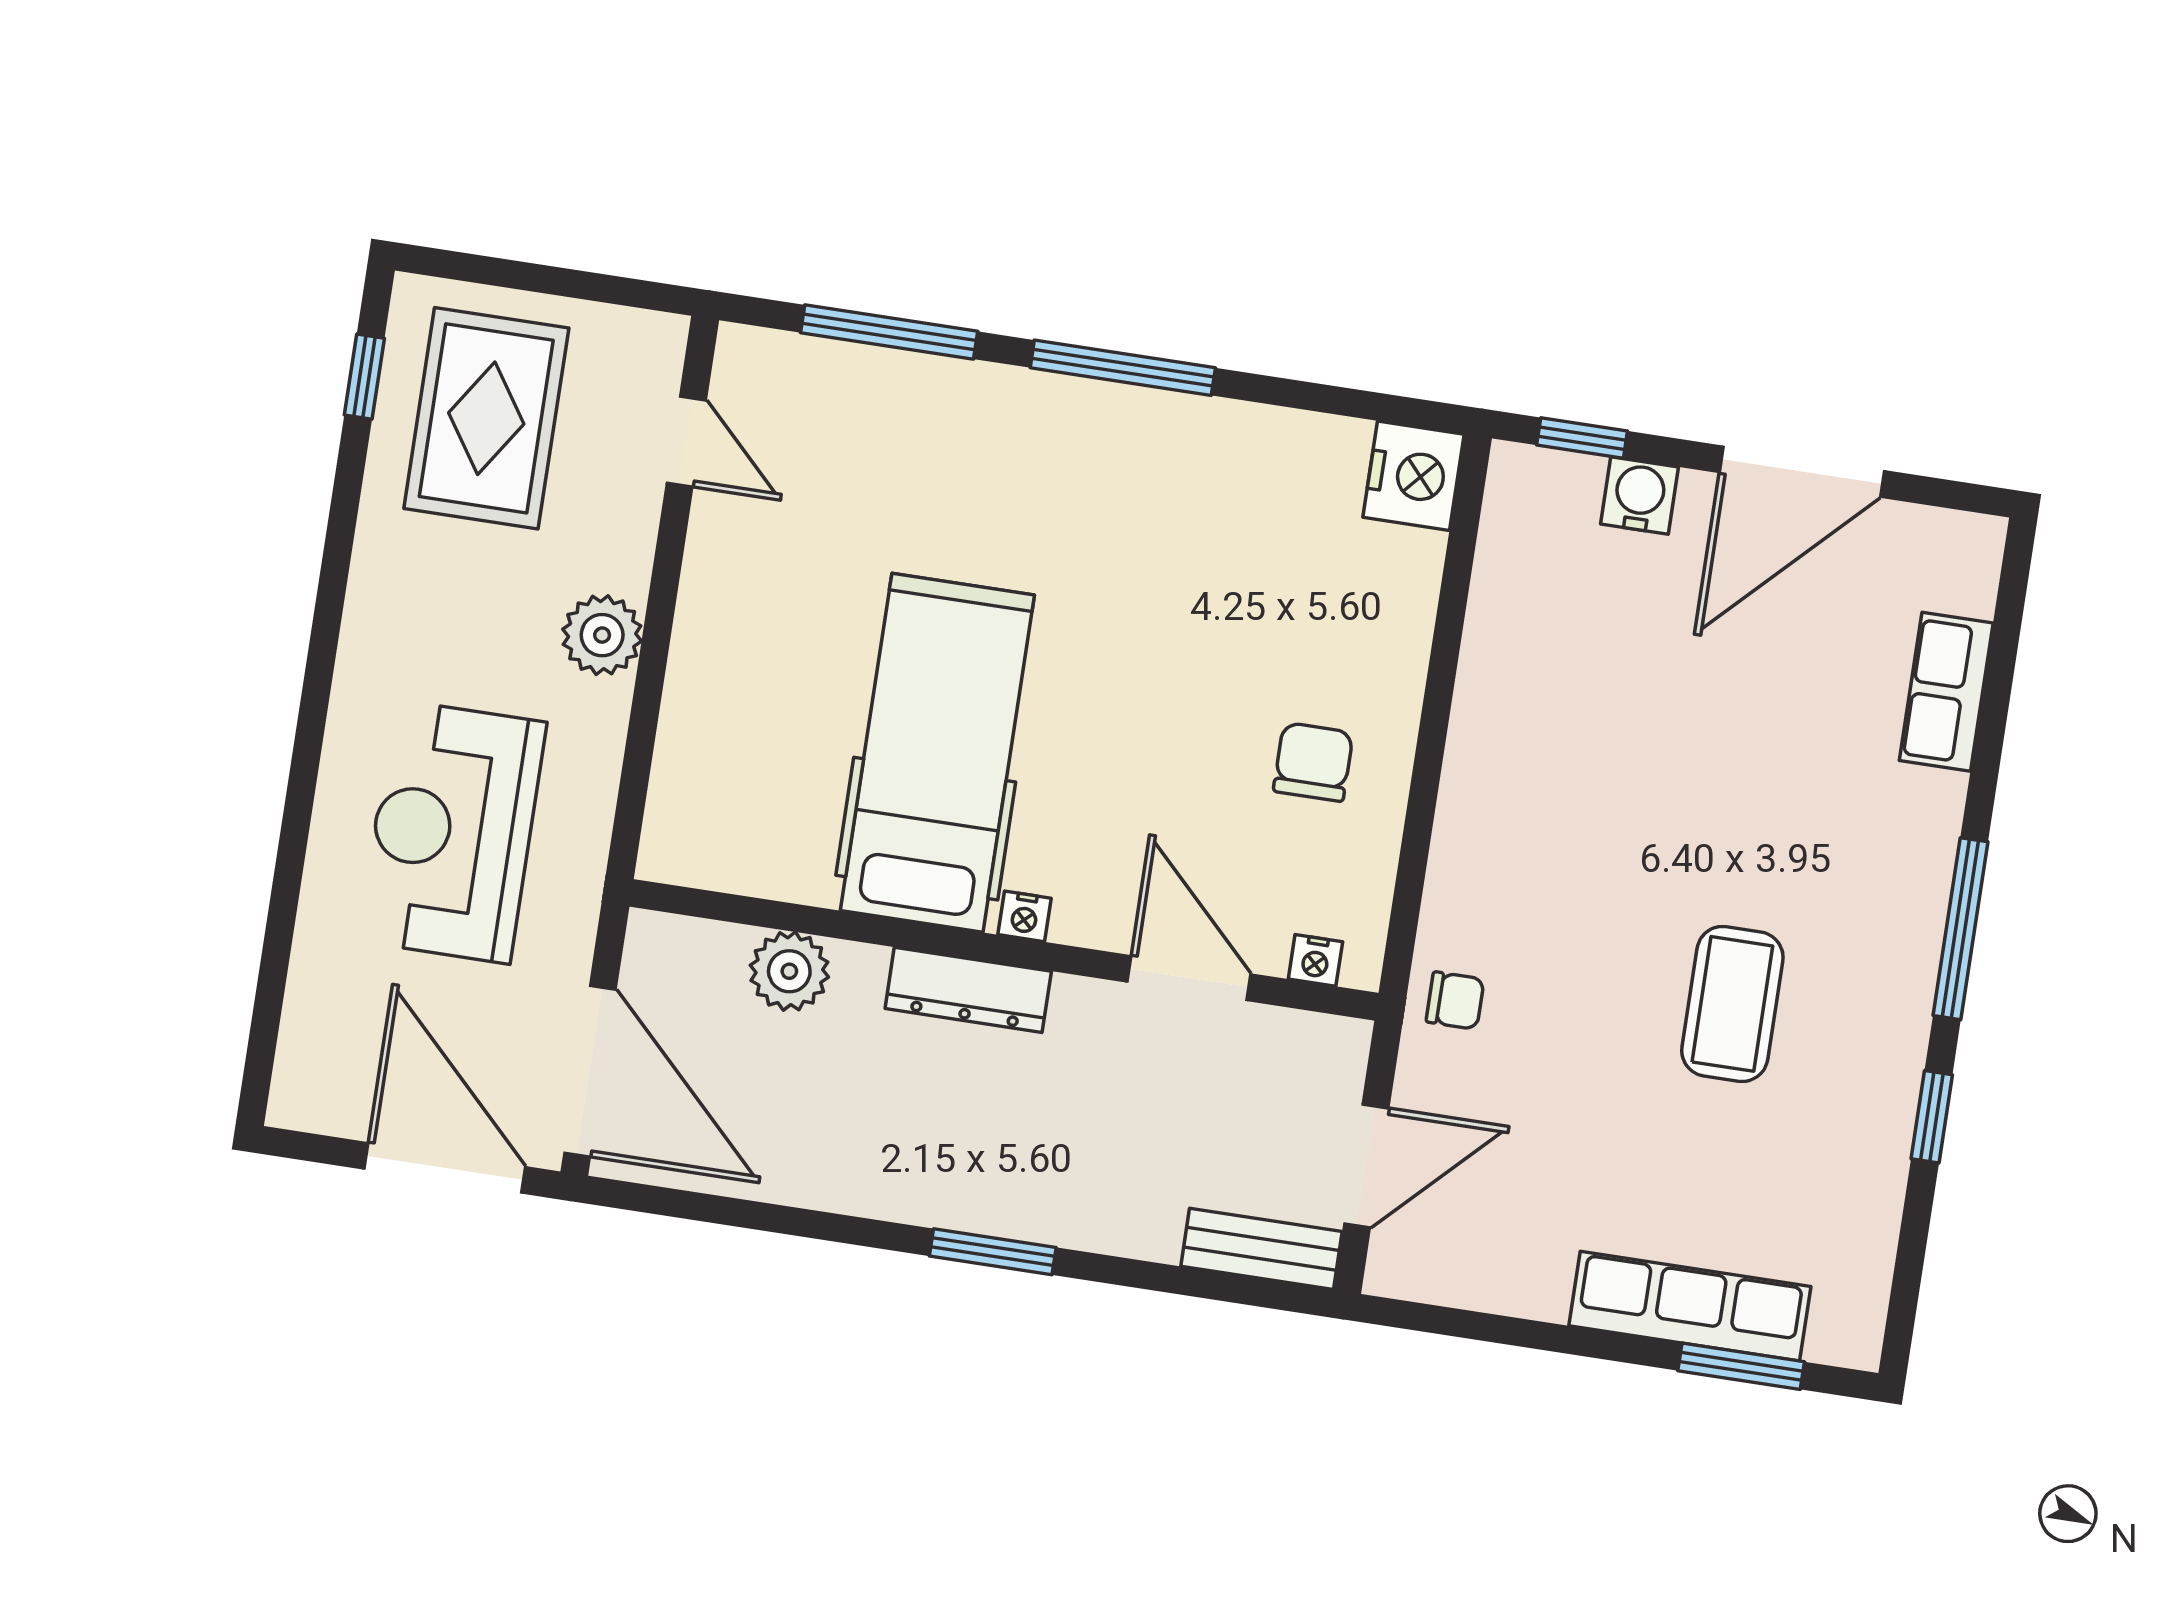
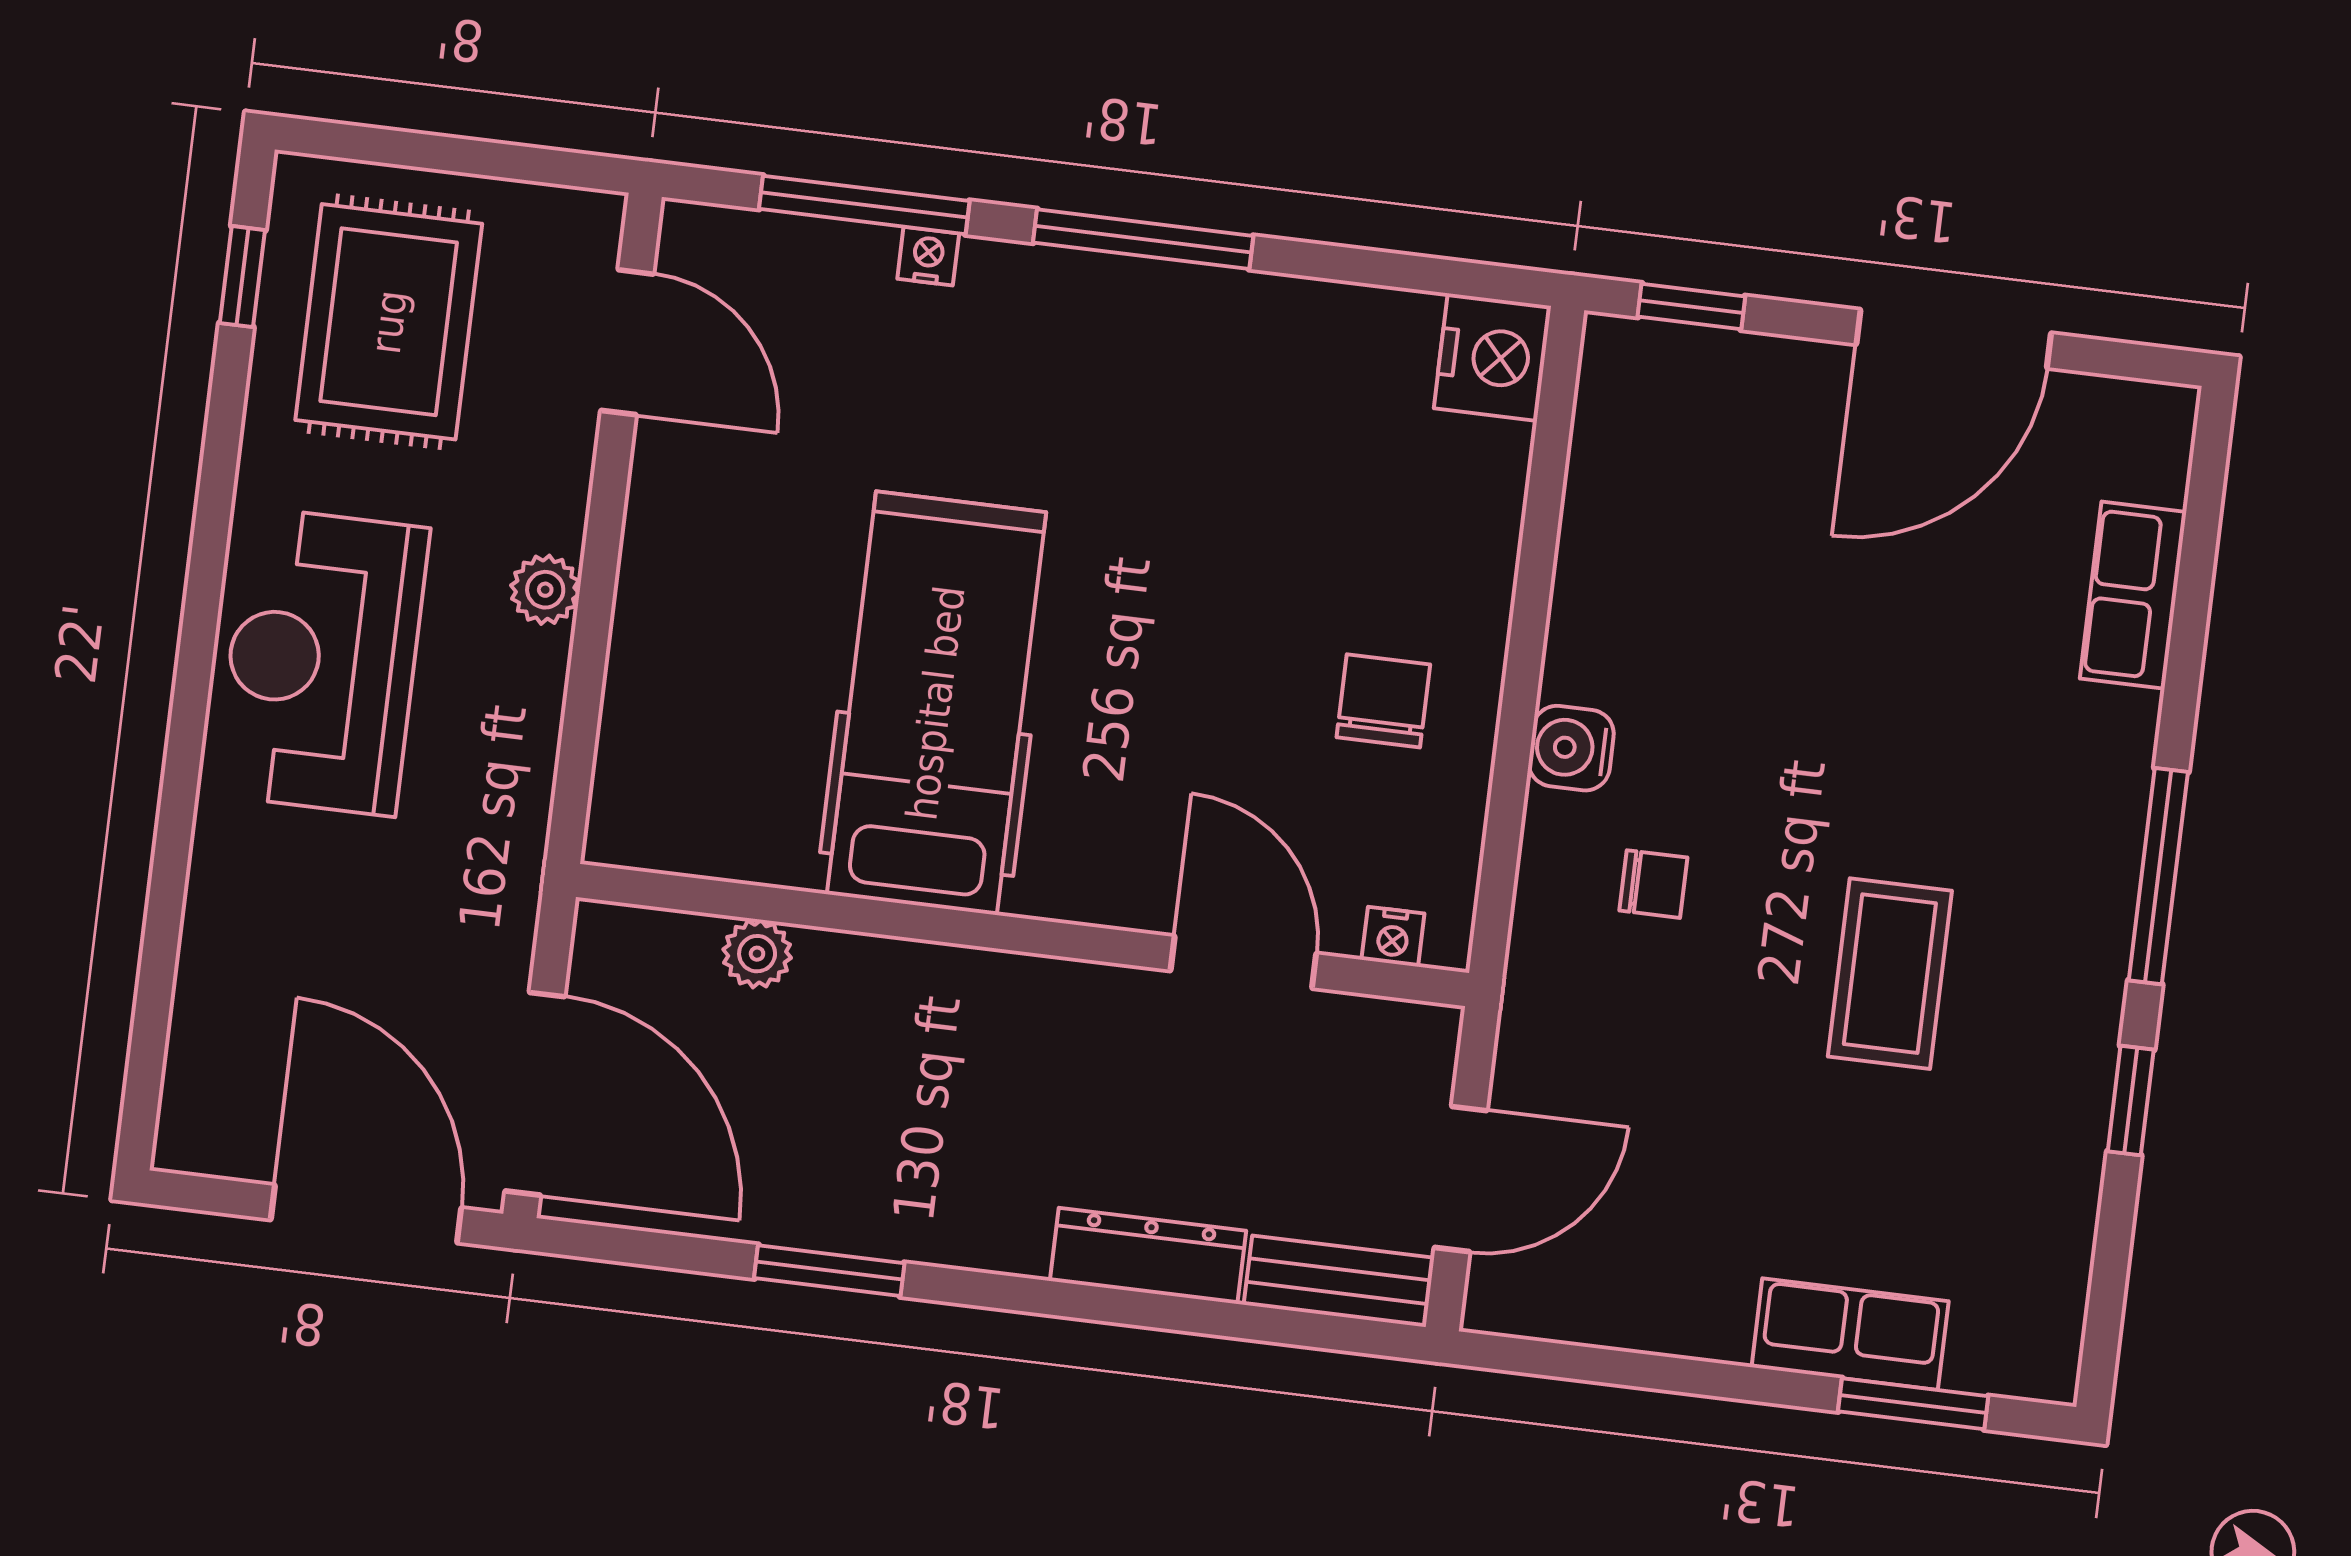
door: (686, 442) -> (627, 342), width x1.38
water cooler: (1640, 495) -> (1571, 748), moved, turned -90
plant: (602, 635) -> (545, 590), width x0.73, depth x0.73
reception desk: (452, 832) -> (322, 662), moved
nightstand: (1025, 916) -> (928, 256), moved, turned 180
plant: (789, 971) -> (757, 954), width x0.73, depth x0.73
dresser: (968, 990) -> (1148, 1256), moved, turned 180
chair: (1455, 1001) -> (1653, 884), moved
window: (993, 1252) -> (829, 1271), moved
row of seats: (1690, 1306) -> (1850, 1334), width x0.68

